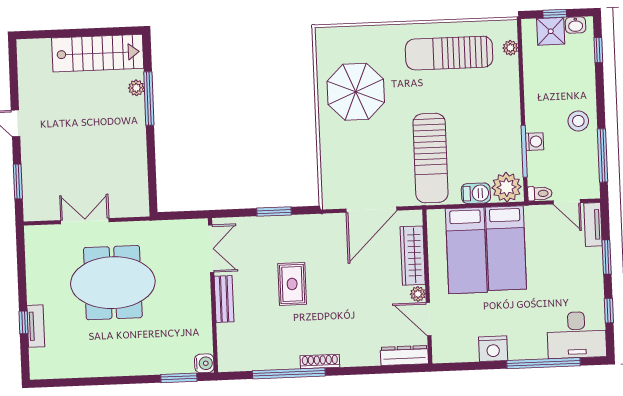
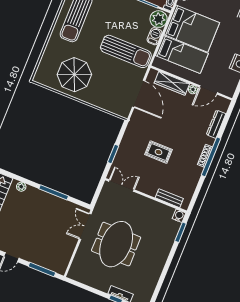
window: (149, 98) -> (54, 192), moved
window: (18, 181) -> (42, 269), width x1.44
window: (274, 212) -> (113, 154), moved
double door: (85, 221) -> (85, 226), moved
bed: (506, 248) -> (192, 29), width x1.50
bench: (224, 299) -> (169, 198), moved
dresser: (404, 355) -> (216, 124), moved
window: (289, 373) -> (211, 157), moved

